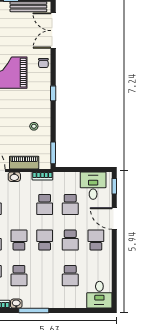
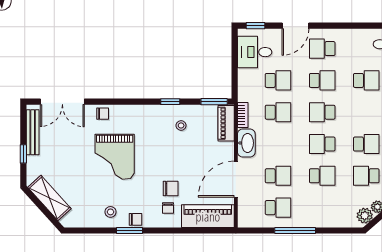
window: (53, 93) -> (170, 102), moved
piano: (24, 163) -> (226, 123), moved
washbasin: (14, 177) -> (246, 143), width x1.91, depth x1.45

